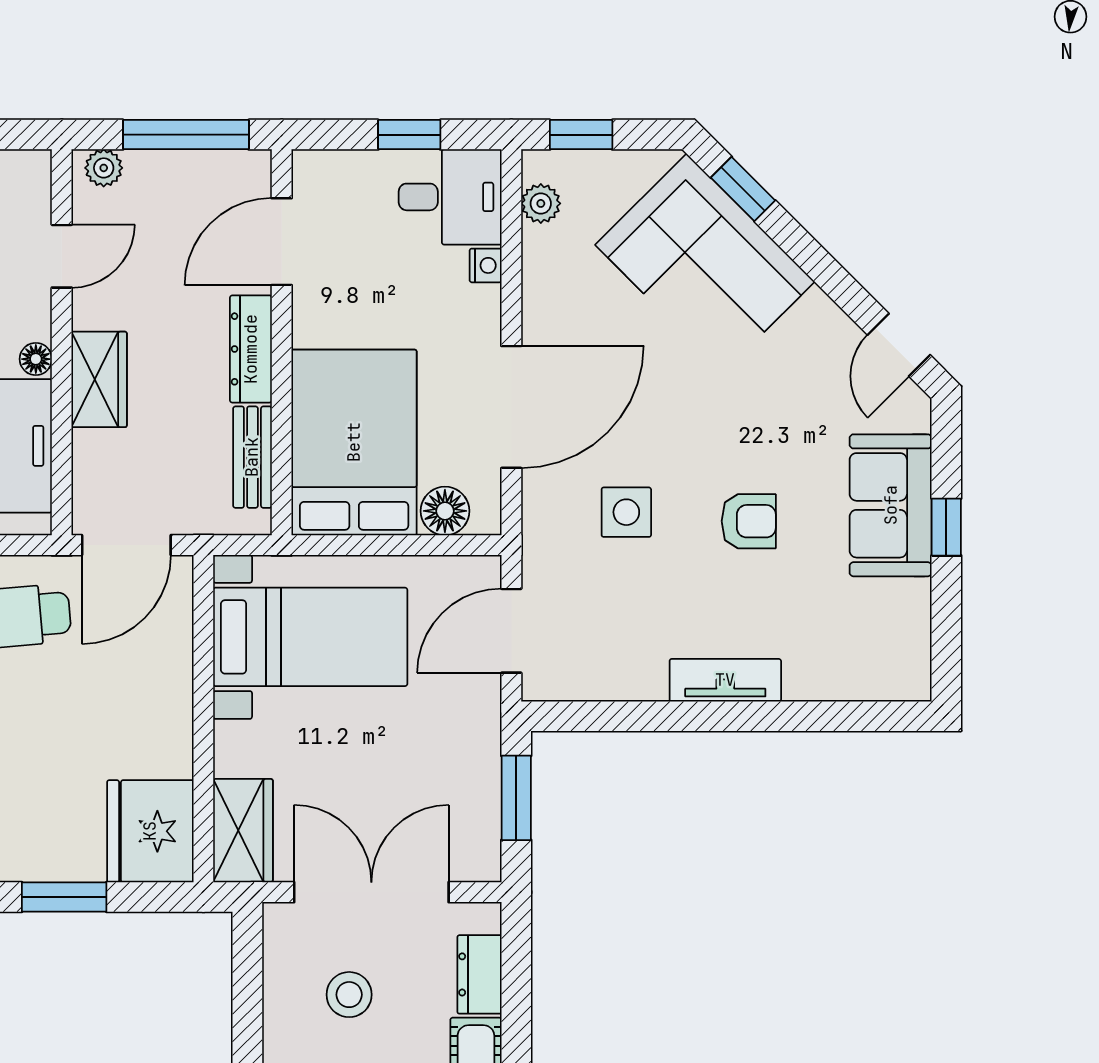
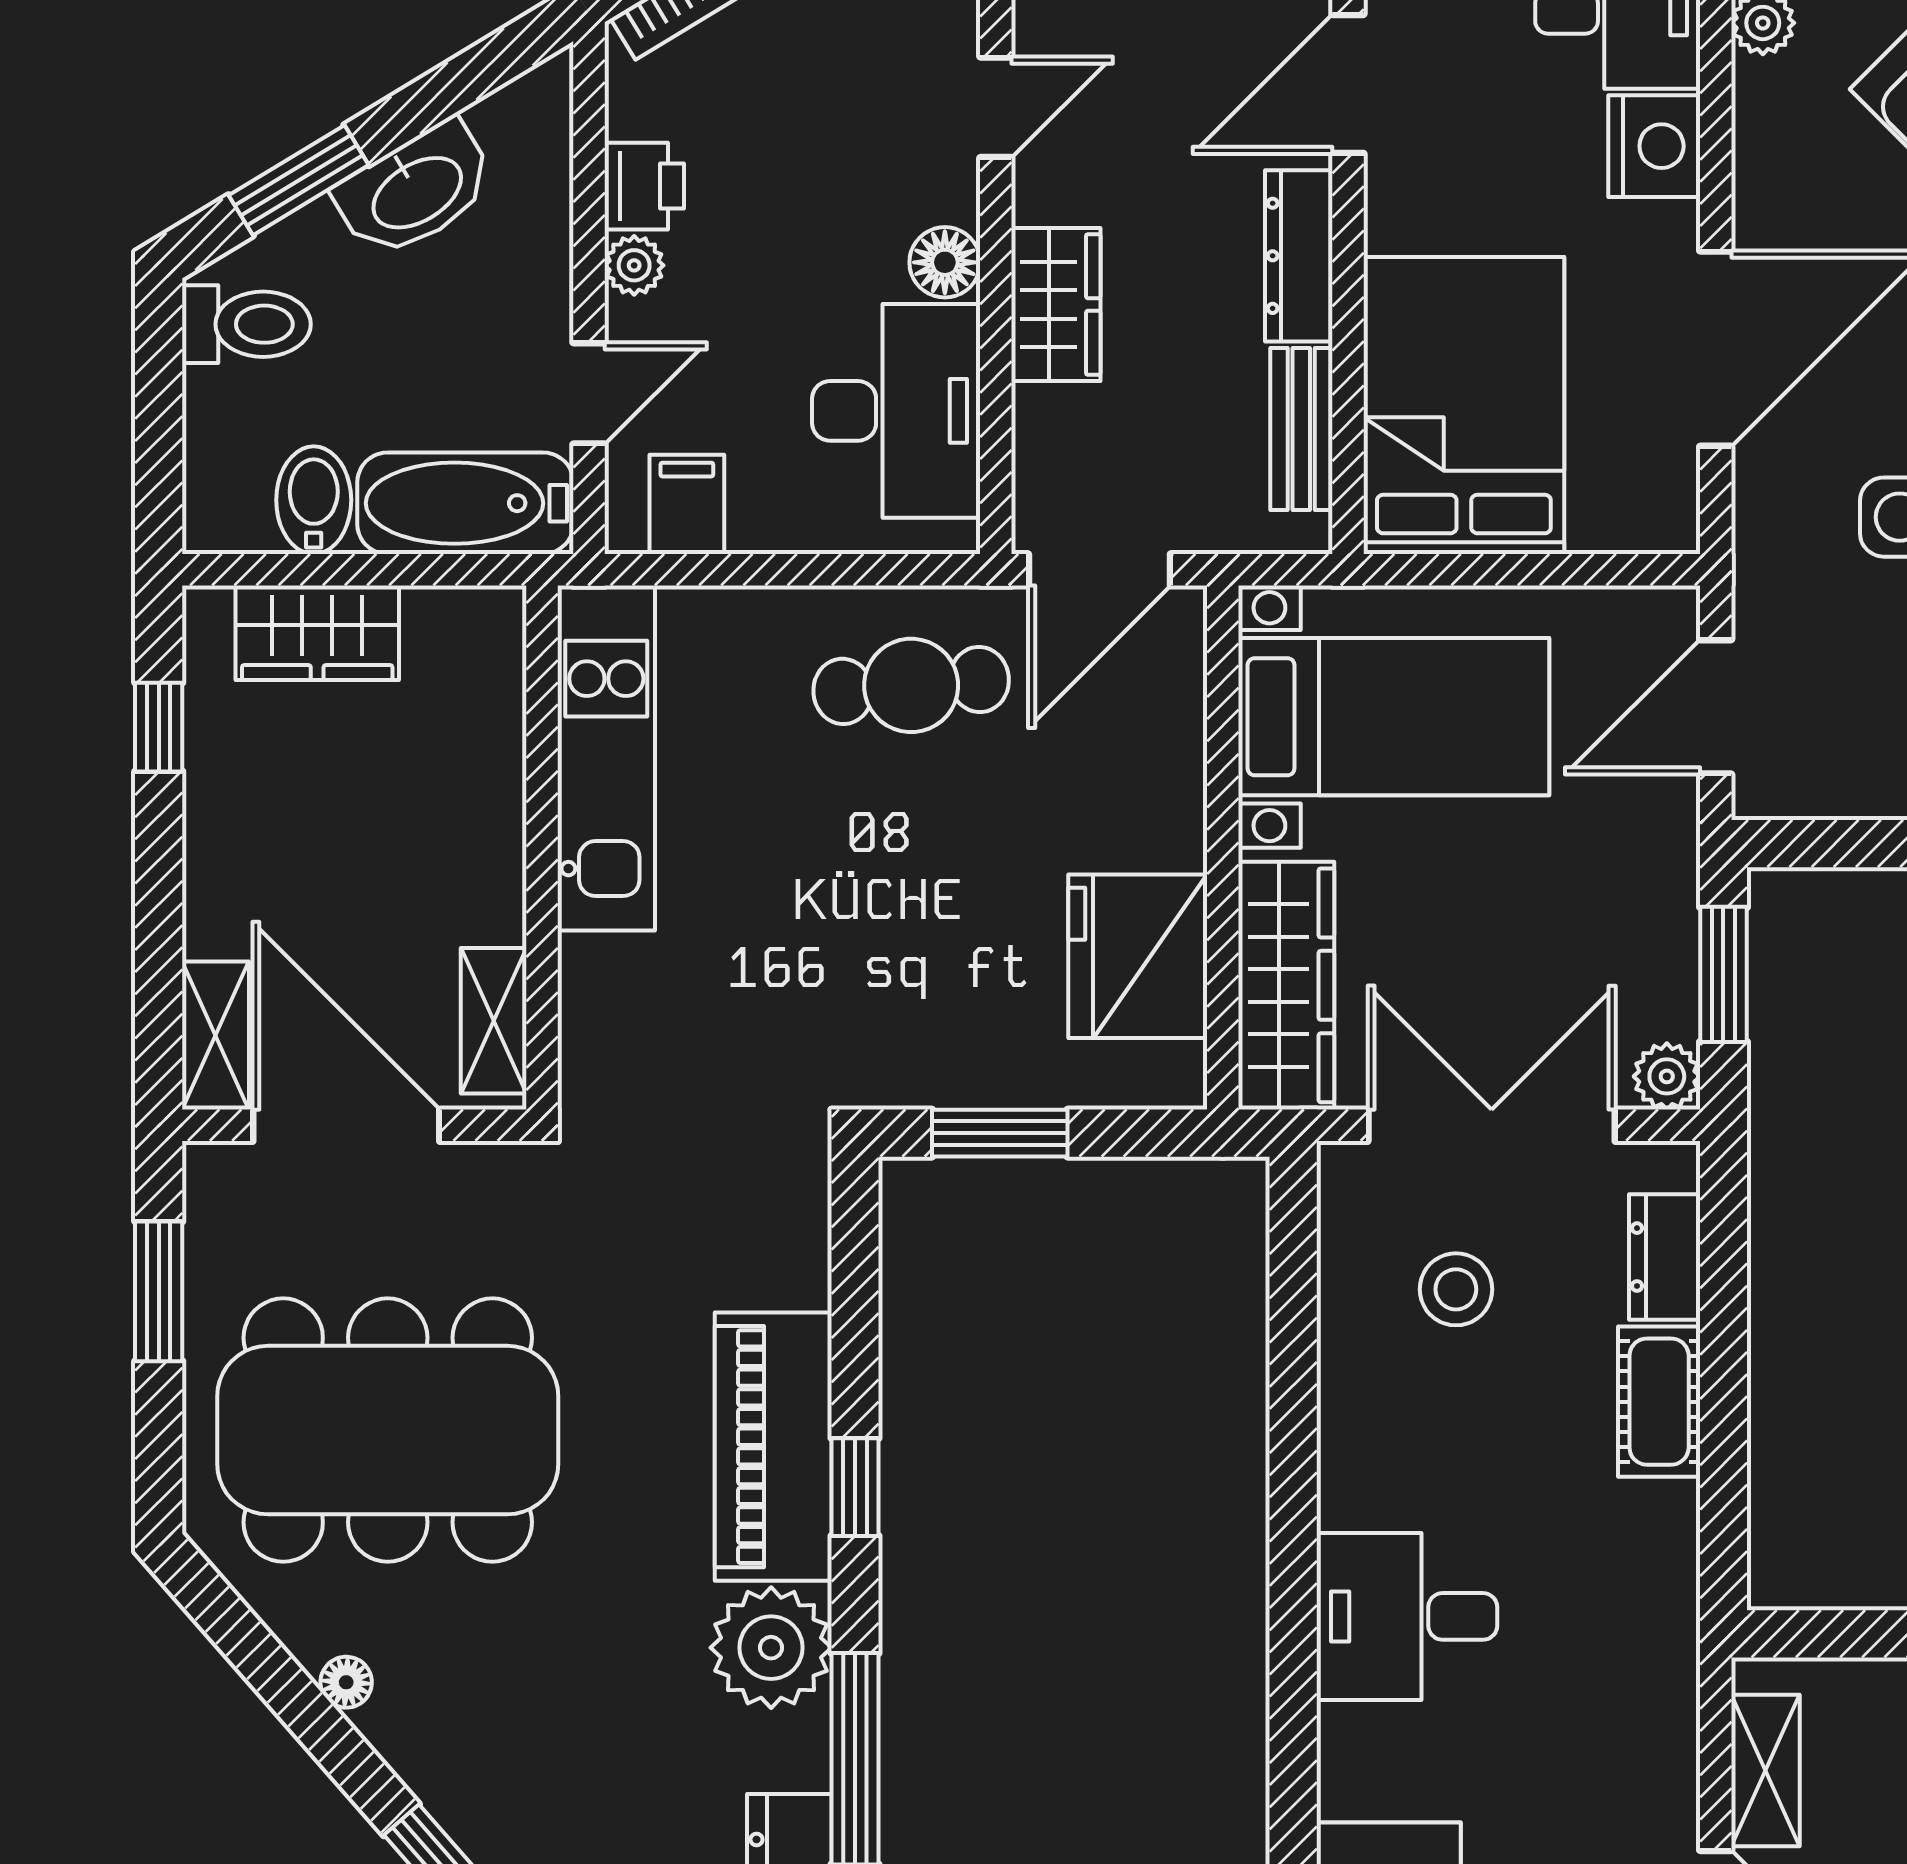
nightstand: (486, 265) -> (1654, 146), width x1.89, depth x1.79
floor lamp: (36, 359) -> (945, 262), width x1.37, depth x1.37
floor lamp: (445, 511) -> (1609, 515), removed
wardrobe: (243, 830) -> (1286, 985), width x1.50
fridge: (150, 831) -> (1138, 956), moved
plant: (481, 862) -> (1667, 1076), added

